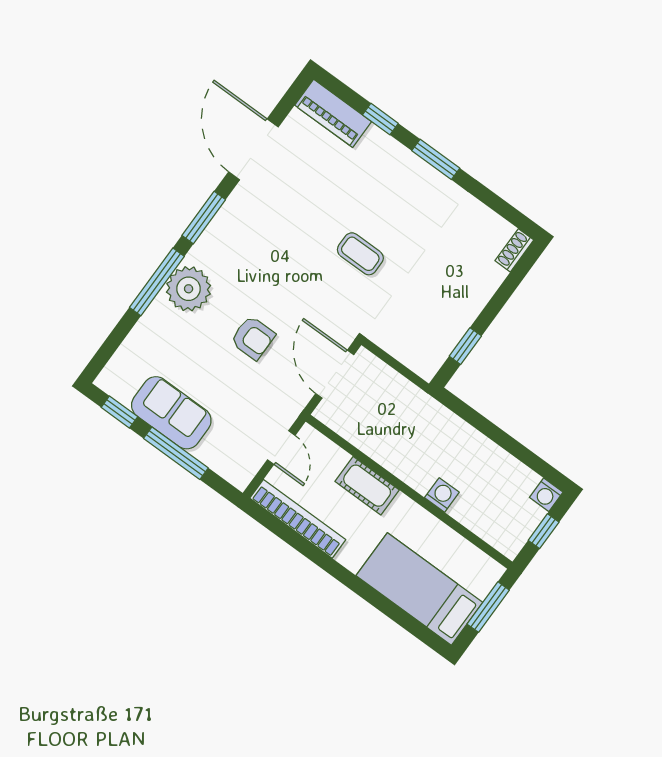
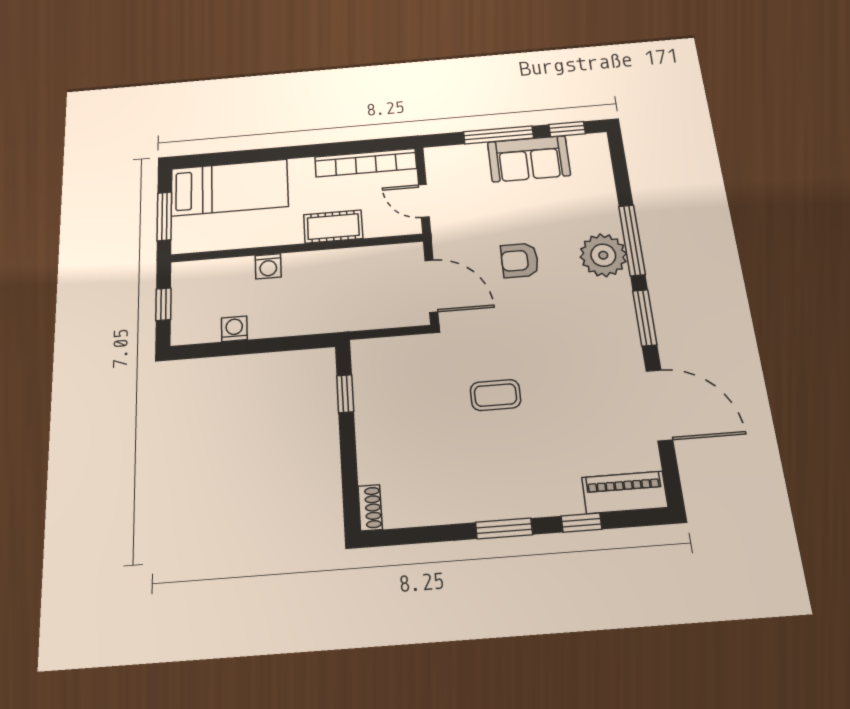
washing machine: (546, 495) -> (234, 329), moved

